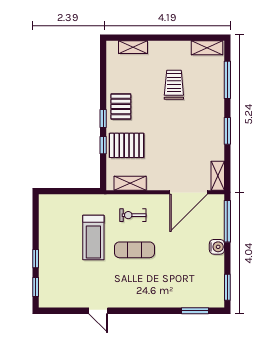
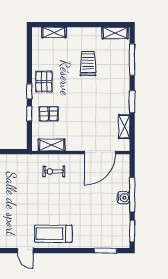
pallet: (127, 145) -> (49, 114), width x0.67, depth x0.71
shelving: (218, 176) -> (124, 127), moved
window: (227, 221) -> (132, 195), moved
treadmill: (93, 238) -> (53, 234), moved, turned 90
exercise mat: (134, 250) -> (55, 200), removed

